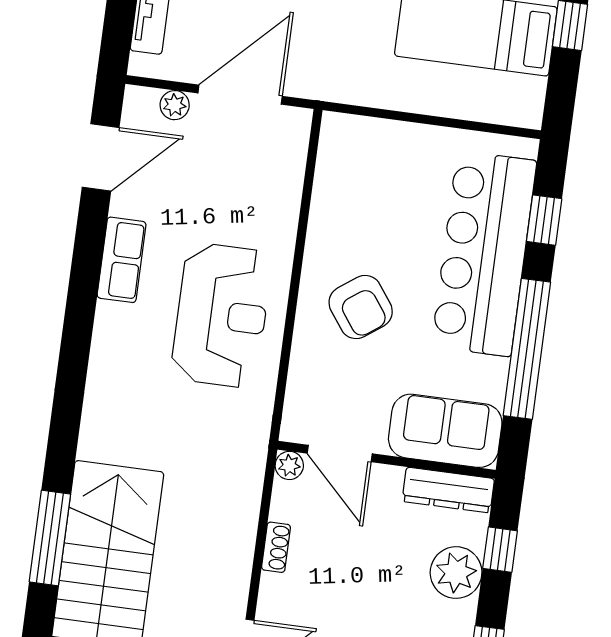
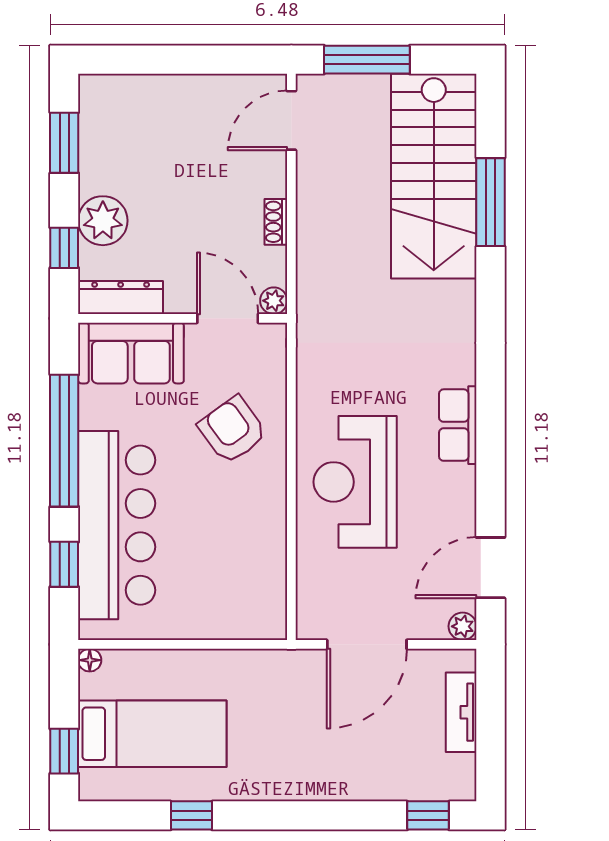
plant: (175, 105) -> (463, 626), moved
floor lamp: (531, 117) -> (90, 660), added
row of seats: (122, 260) -> (458, 425), moved
armchair: (361, 307) -> (232, 430), moved
reception desk: (222, 315) -> (355, 482), moved

